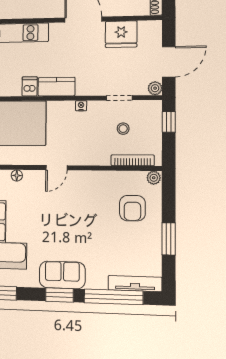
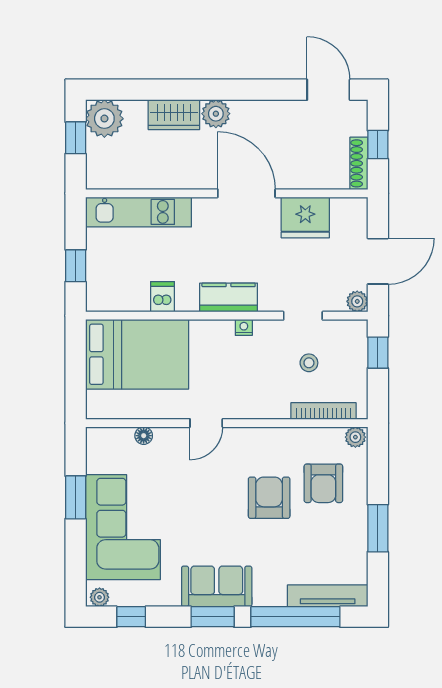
kitchen counter: (57, 87) -> (229, 298), moved
armchair: (97, 217) -> (269, 498), added

